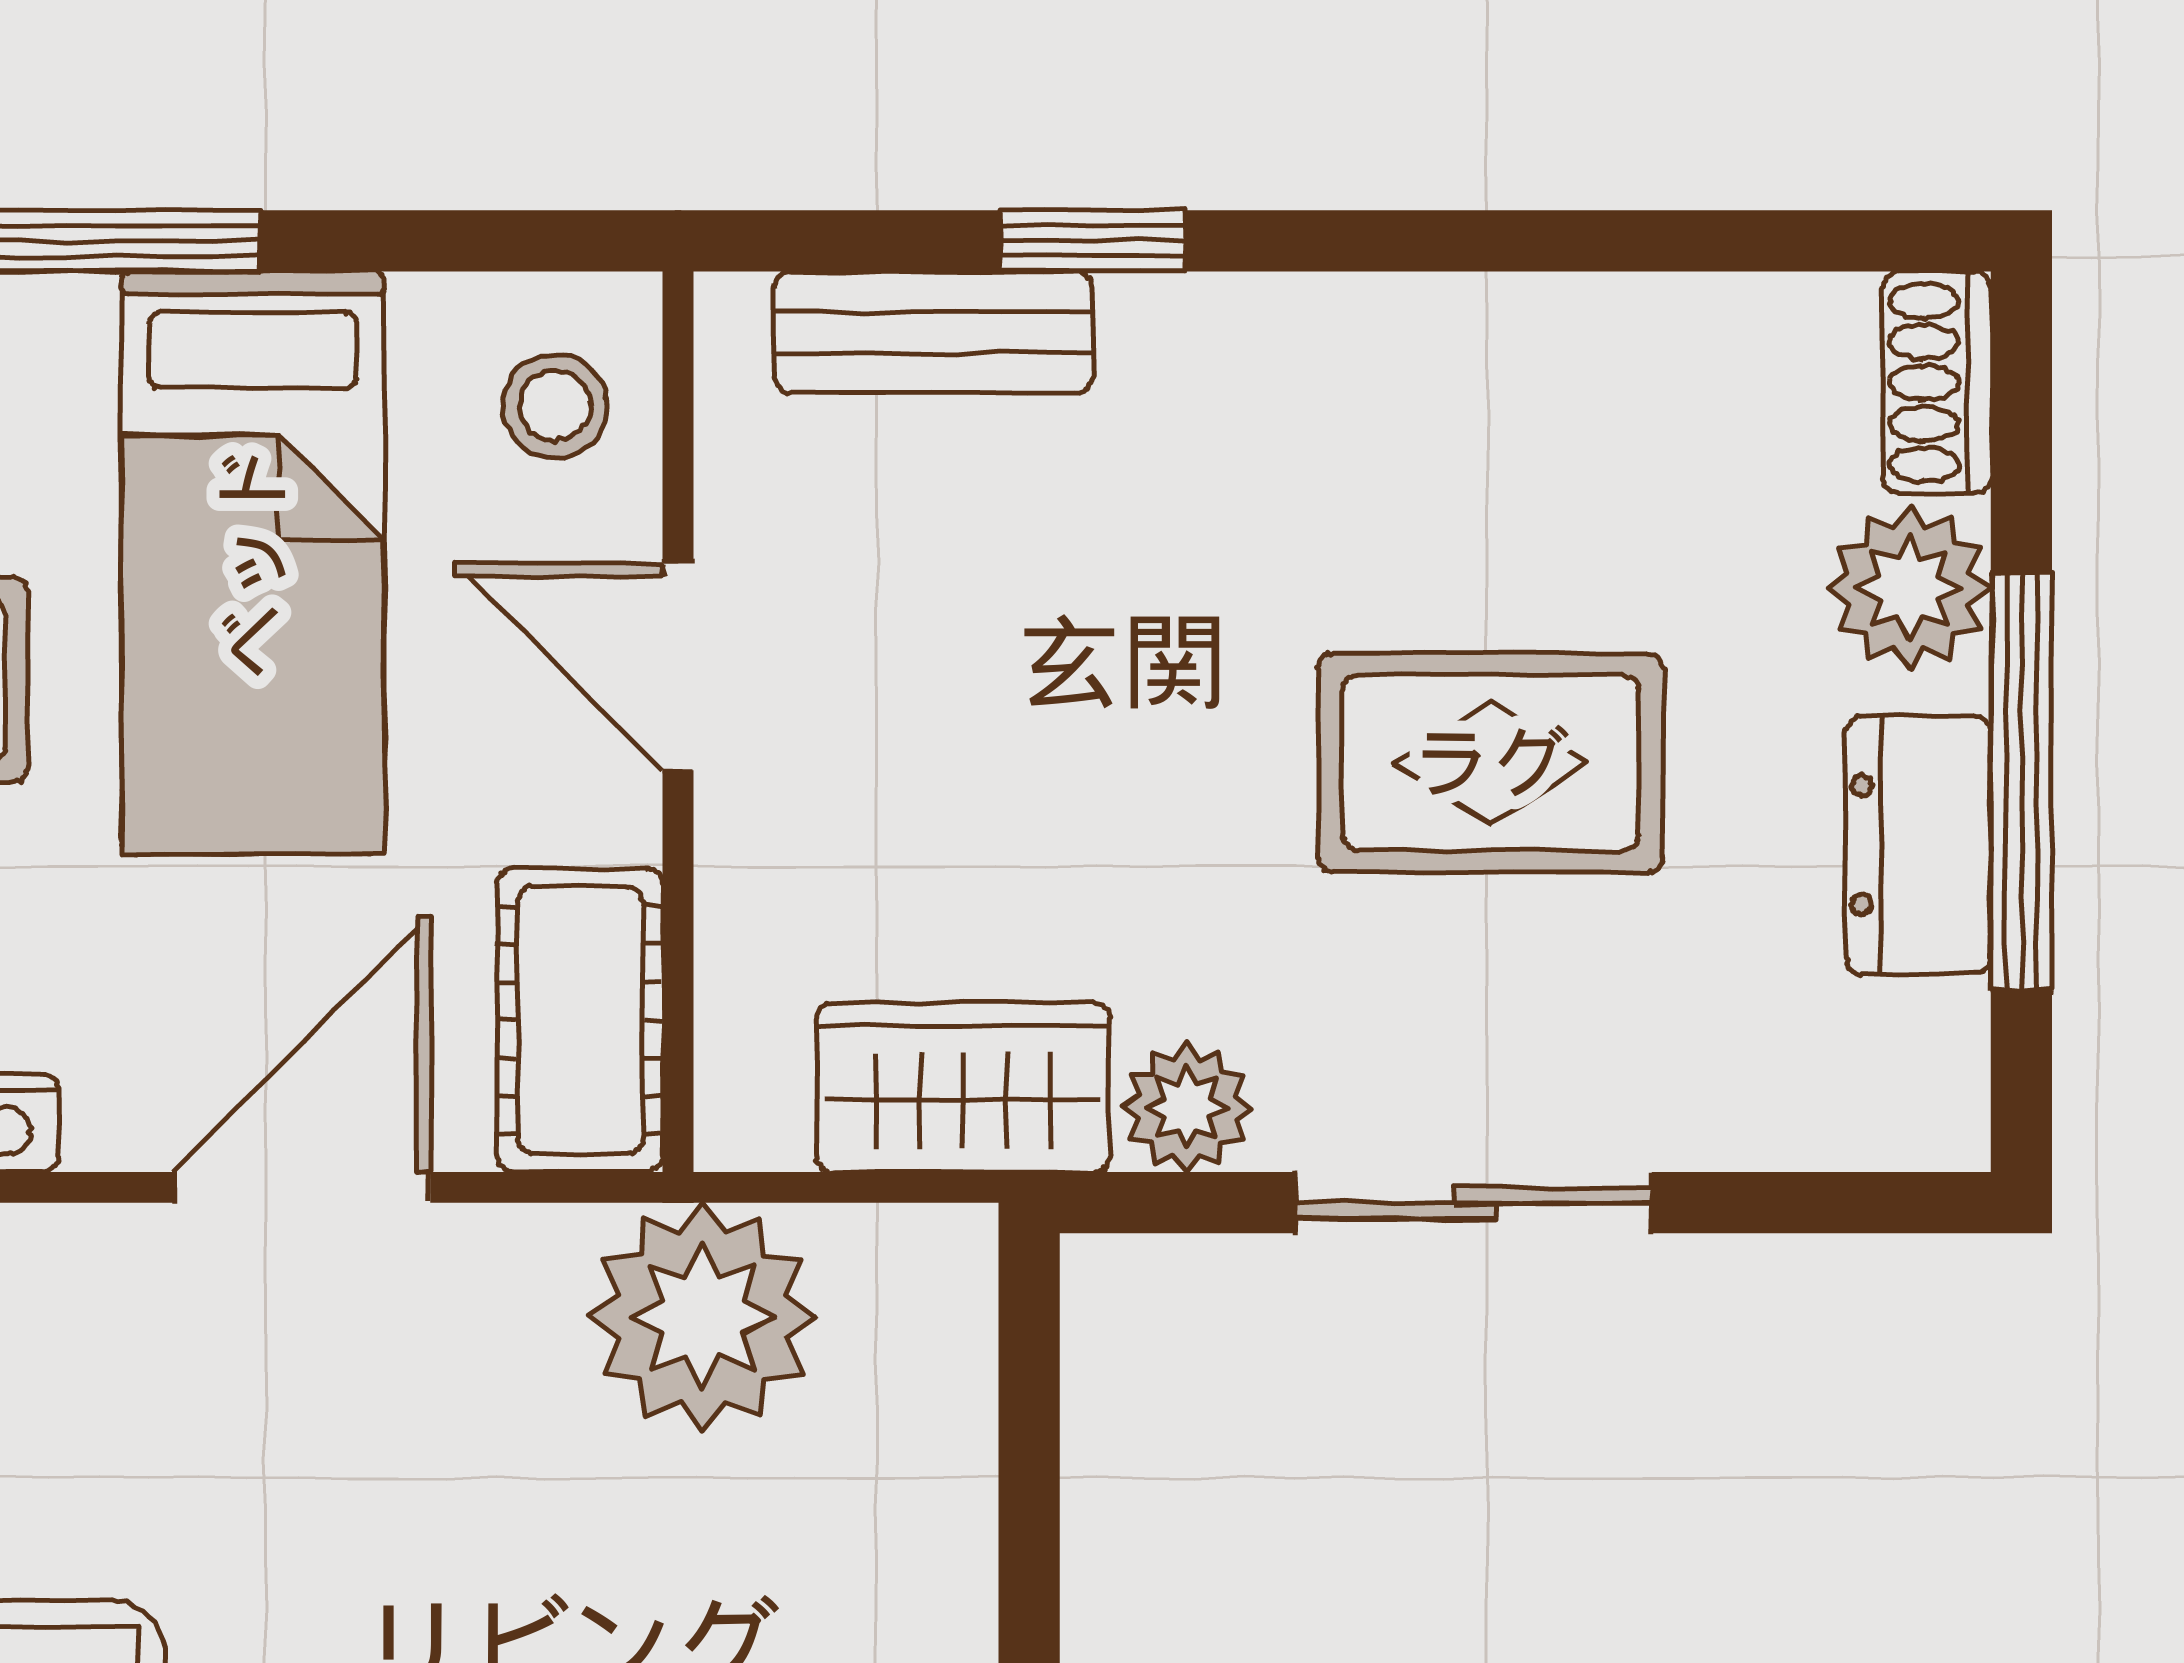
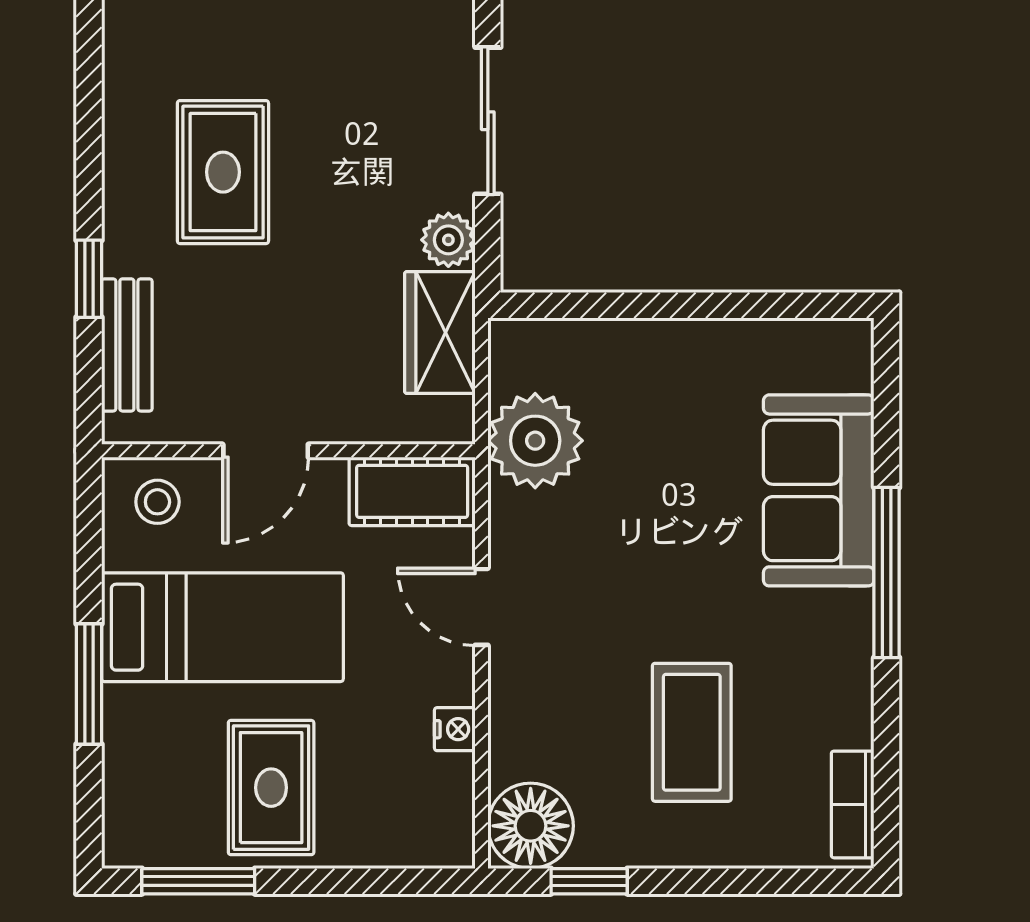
rug: (1491, 763) -> (223, 172), moved
door: (302, 1187) -> (481, 607), width x0.73

